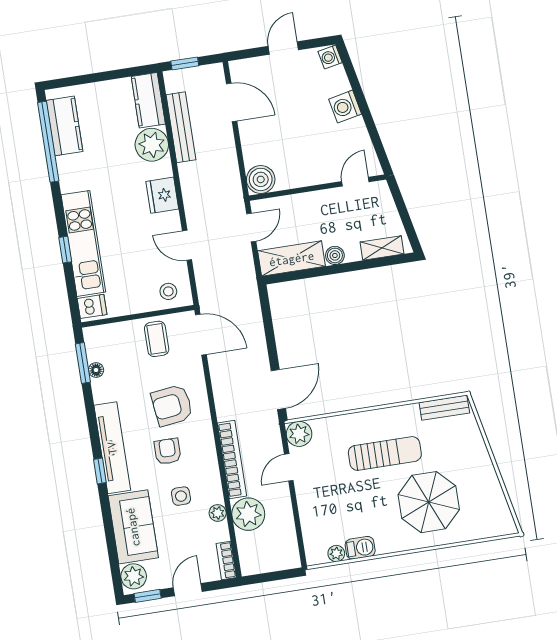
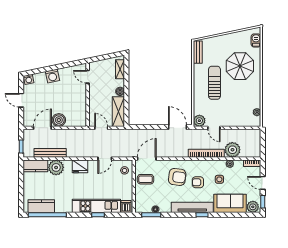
boiler: (261, 179) -> (59, 120), moved
armchair: (172, 405) -> (177, 177), turned -76
barbecue: (360, 548) -> (256, 40), moved

